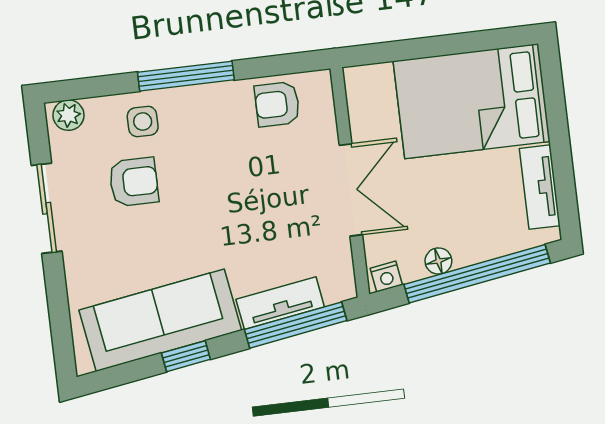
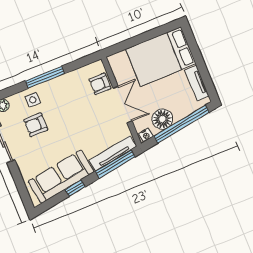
armchair: (277, 104) -> (100, 84), moved
armchair: (134, 182) -> (36, 125), turned 180
floor lamp: (438, 261) -> (162, 119), width x1.89, depth x1.89
tv unit: (280, 303) -> (113, 153), width x1.41

